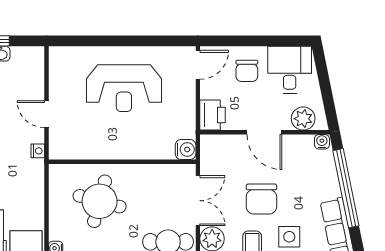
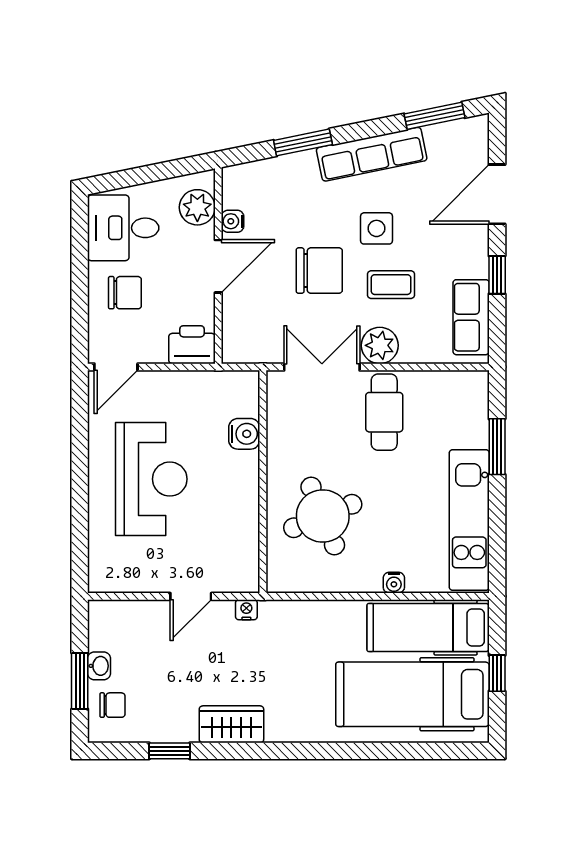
door: (198, 65) -> (116, 367), swing flipped
water cooler: (322, 142) -> (233, 221), moved
water cooler: (186, 149) -> (244, 434), moved, turned 90
window: (346, 188) -> (303, 142), width x0.47
round table: (100, 201) -> (323, 516), turned -37

